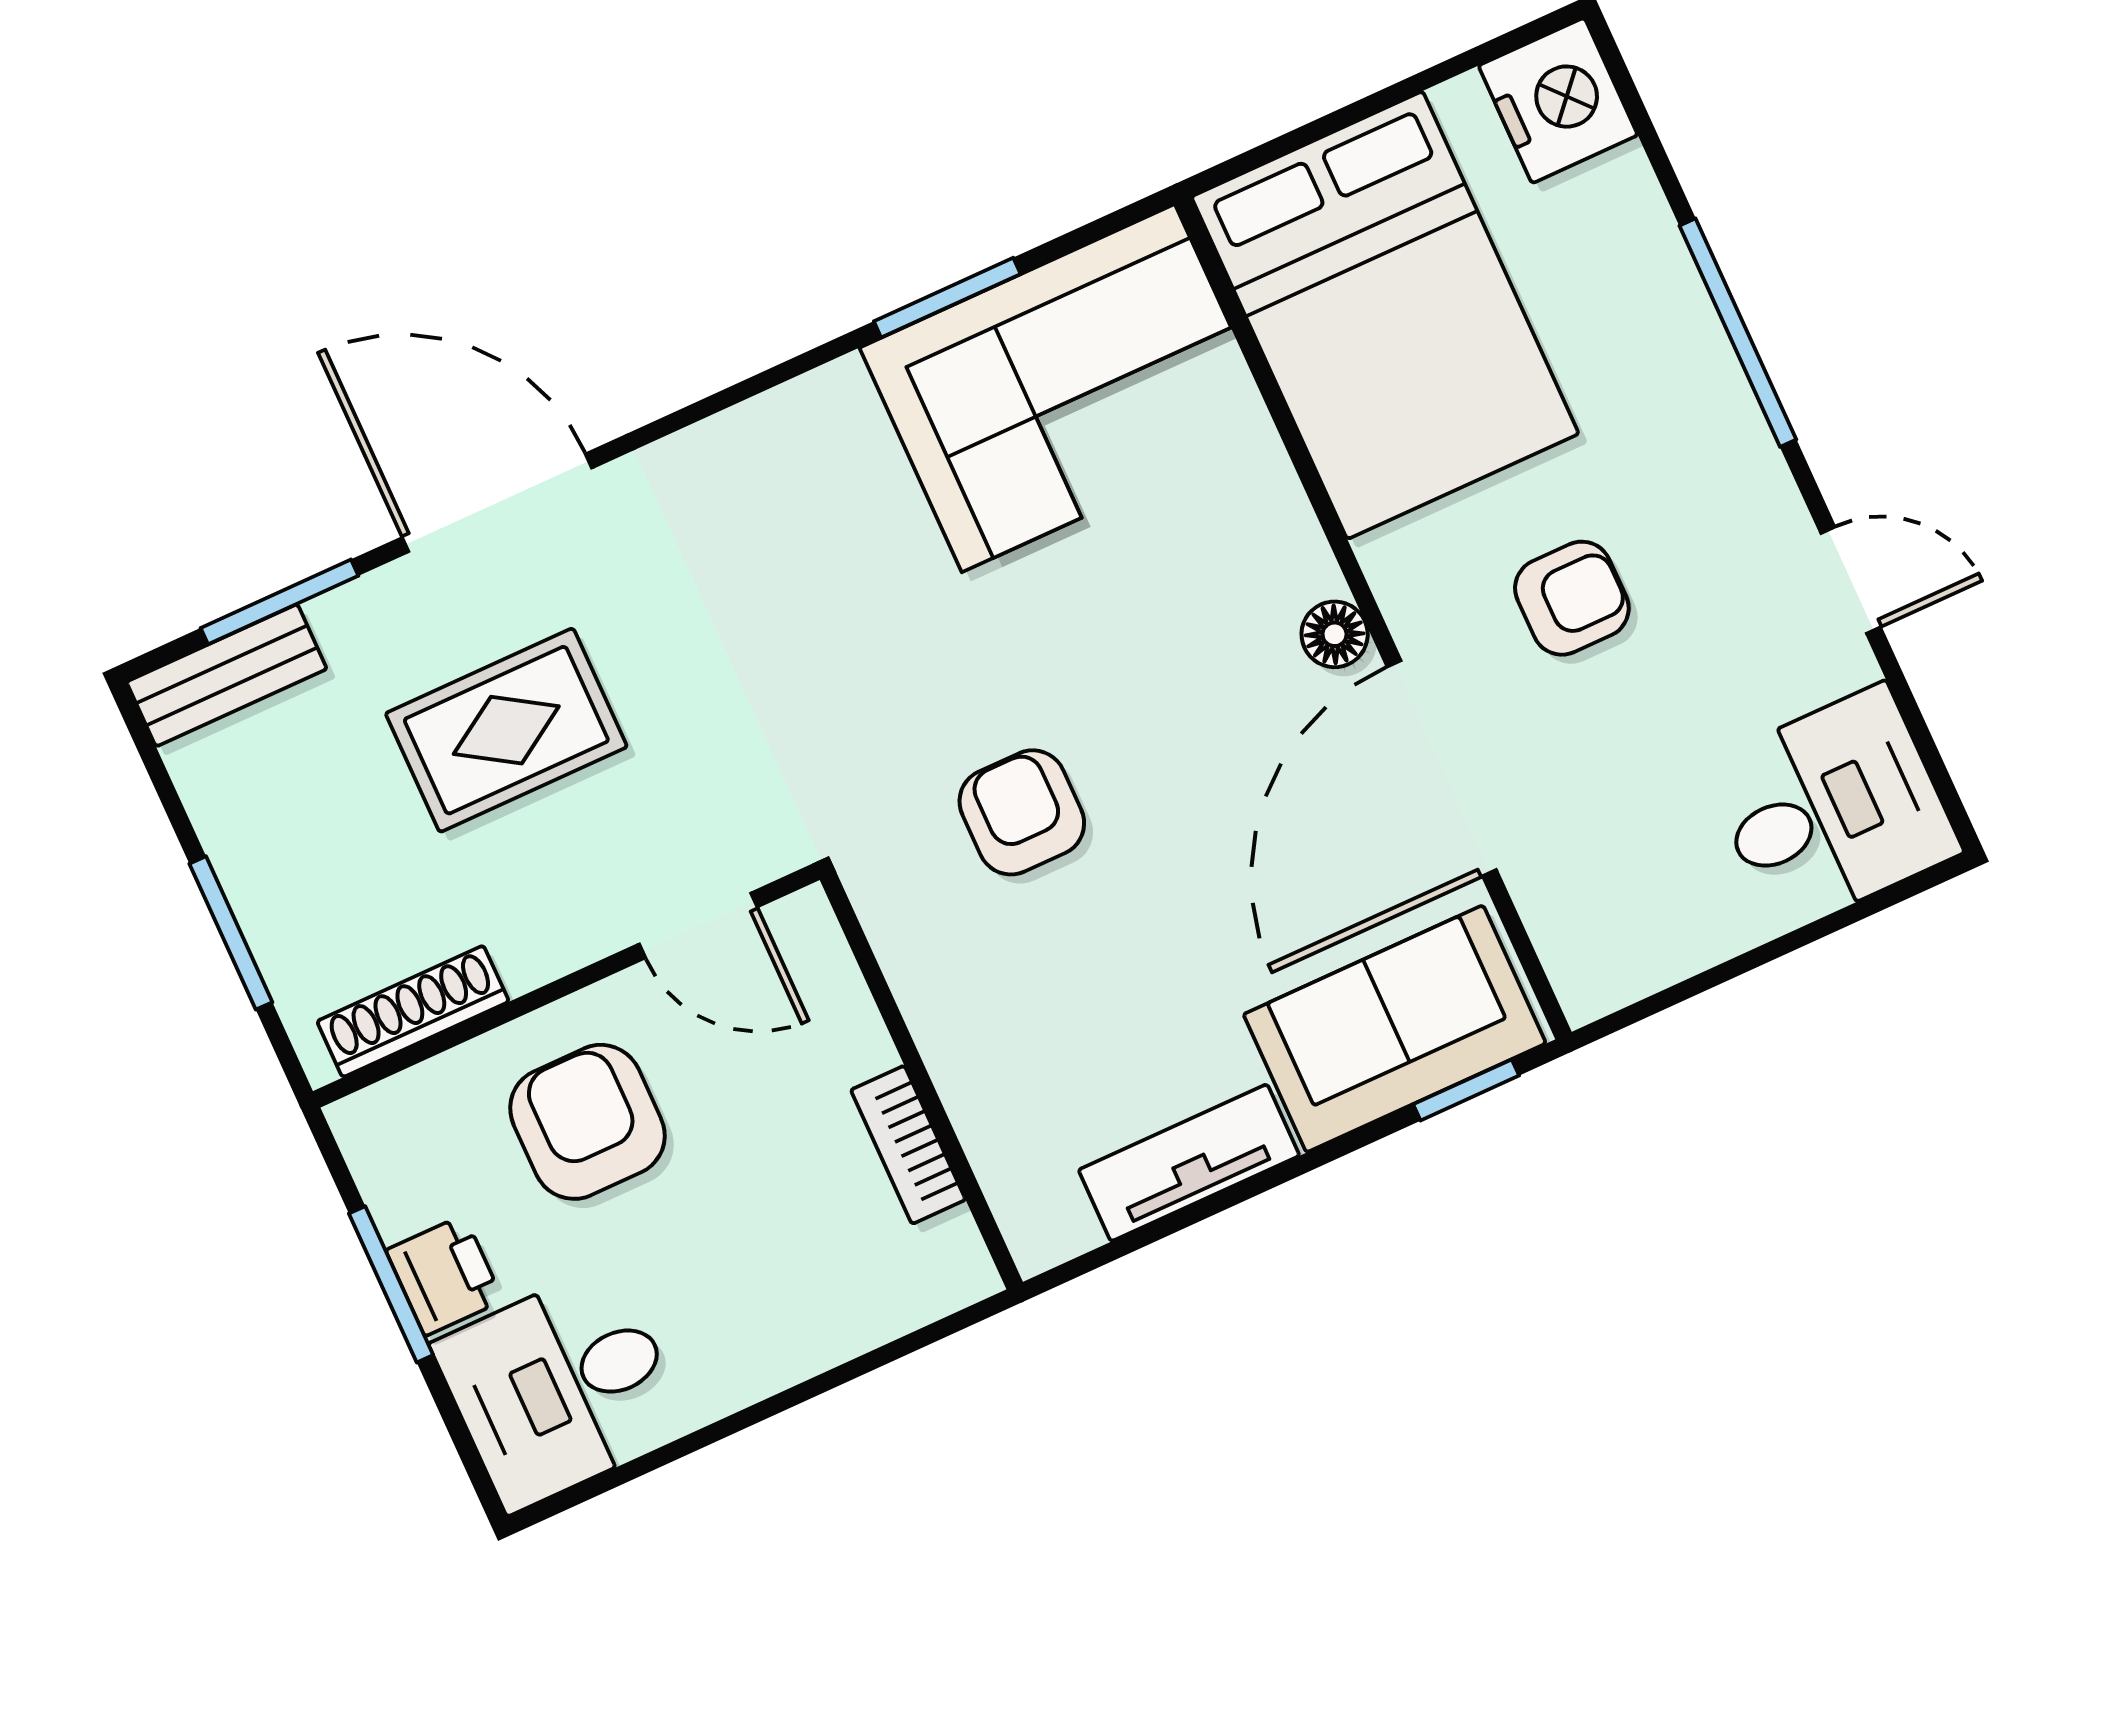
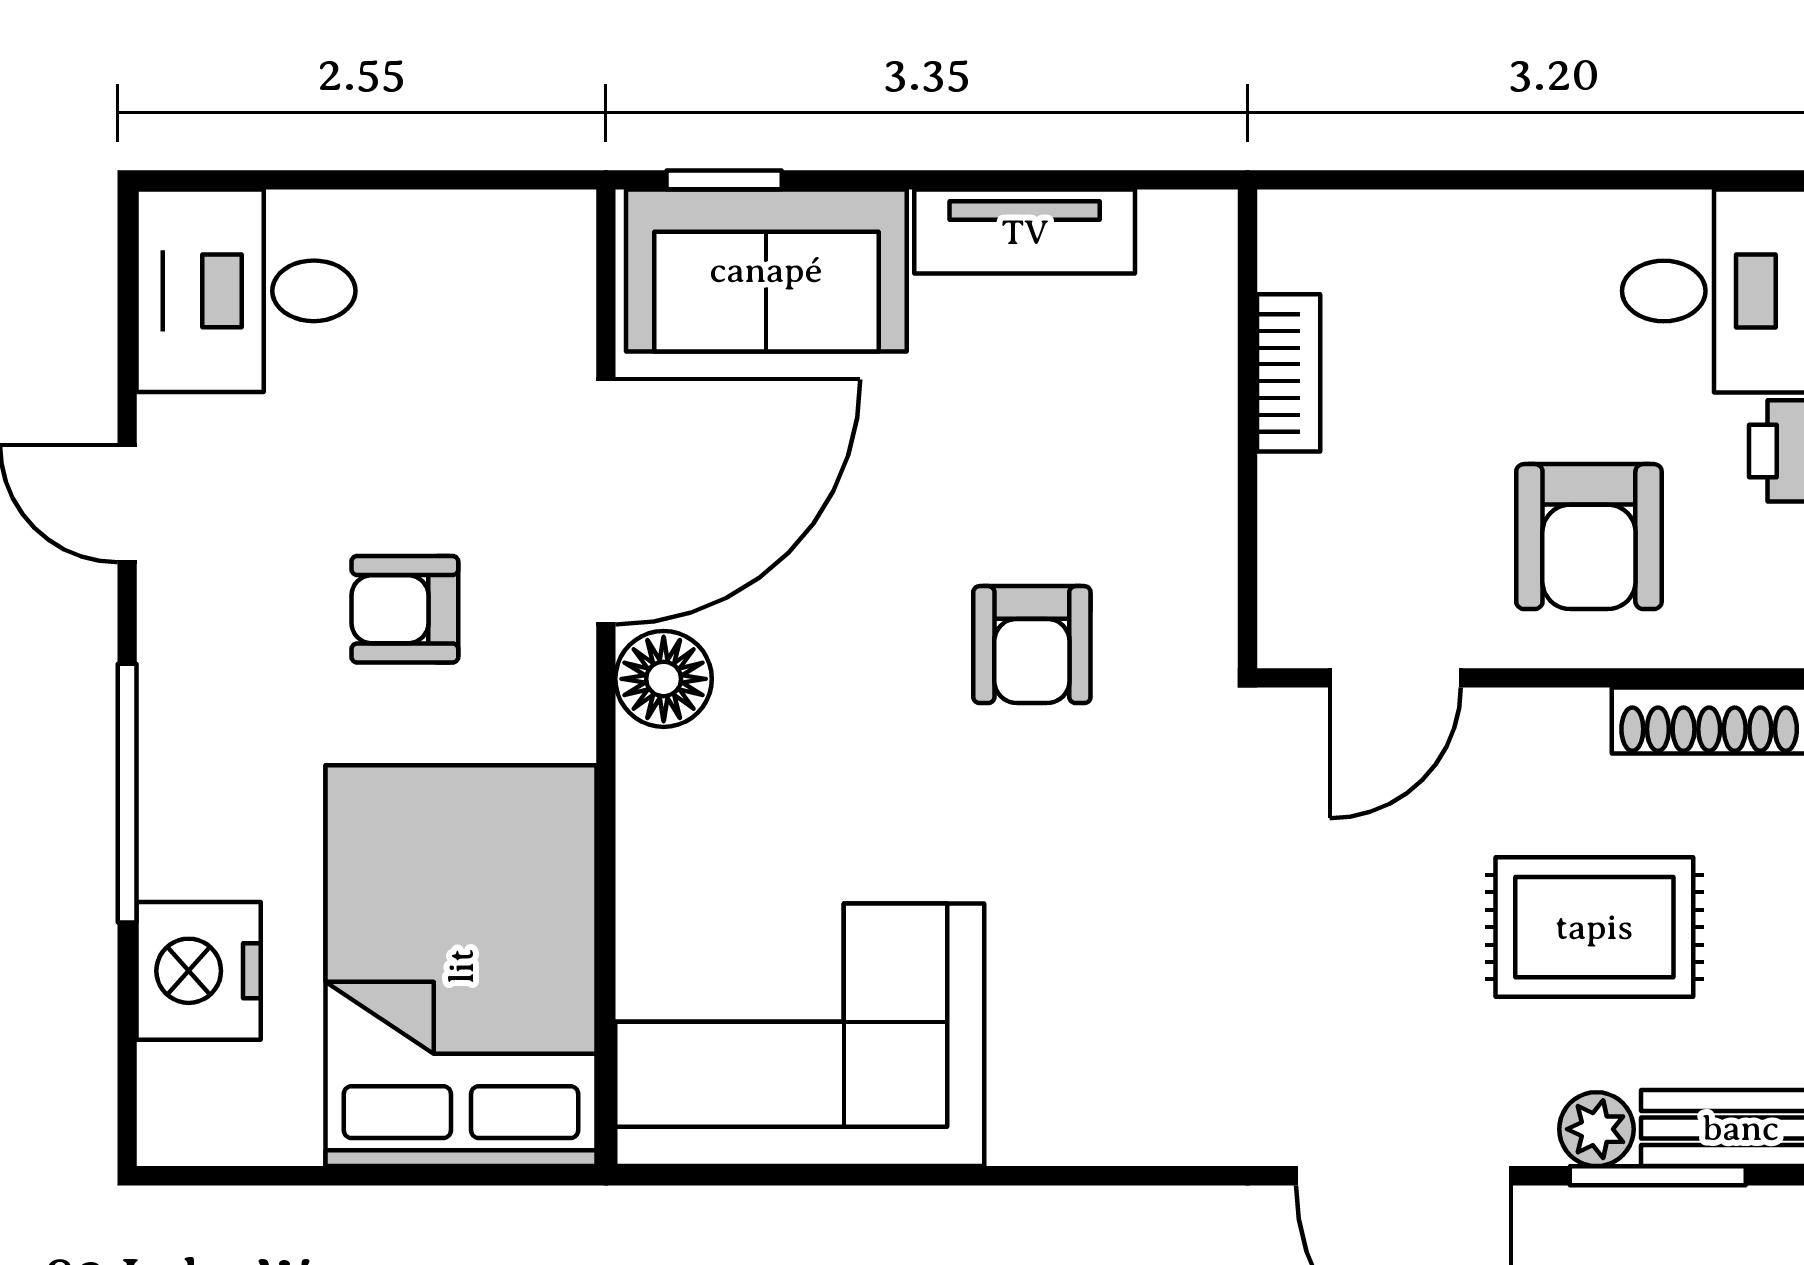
nightstand: (1558, 100) -> (199, 971), moved
window: (947, 298) -> (877, 1176), removed
plant: (350, 618) -> (1596, 1129), added
floor lamp: (1335, 634) -> (664, 679), width x1.37, depth x1.37
rug: (506, 730) -> (1594, 927), moved
door: (698, 925) -> (1395, 678), swing flipped

